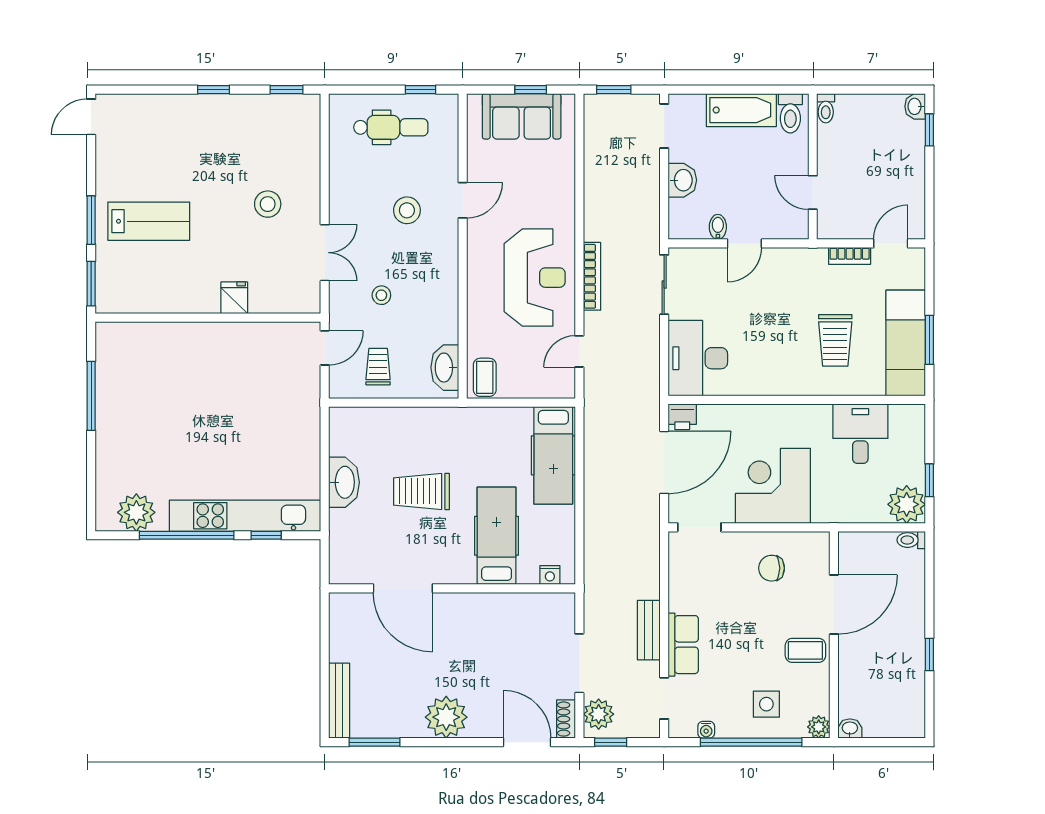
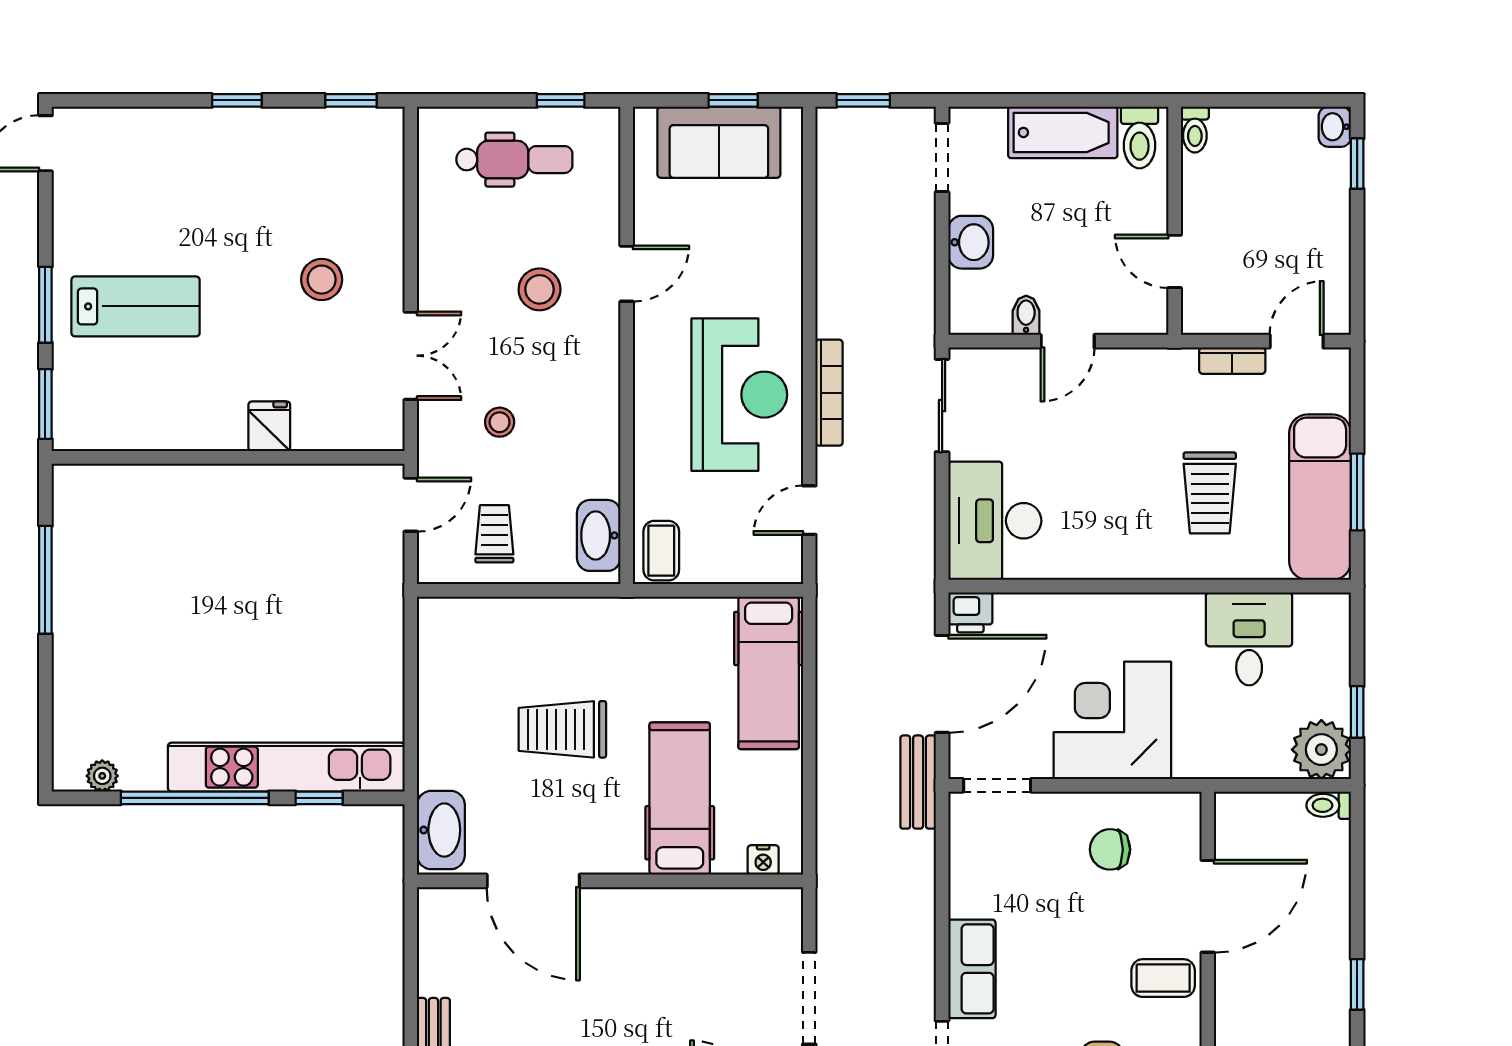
washbasin: (344, 482) -> (441, 830), moved
plant: (136, 512) -> (102, 776), width x0.53, depth x0.53
bench: (649, 630) -> (918, 782), moved

